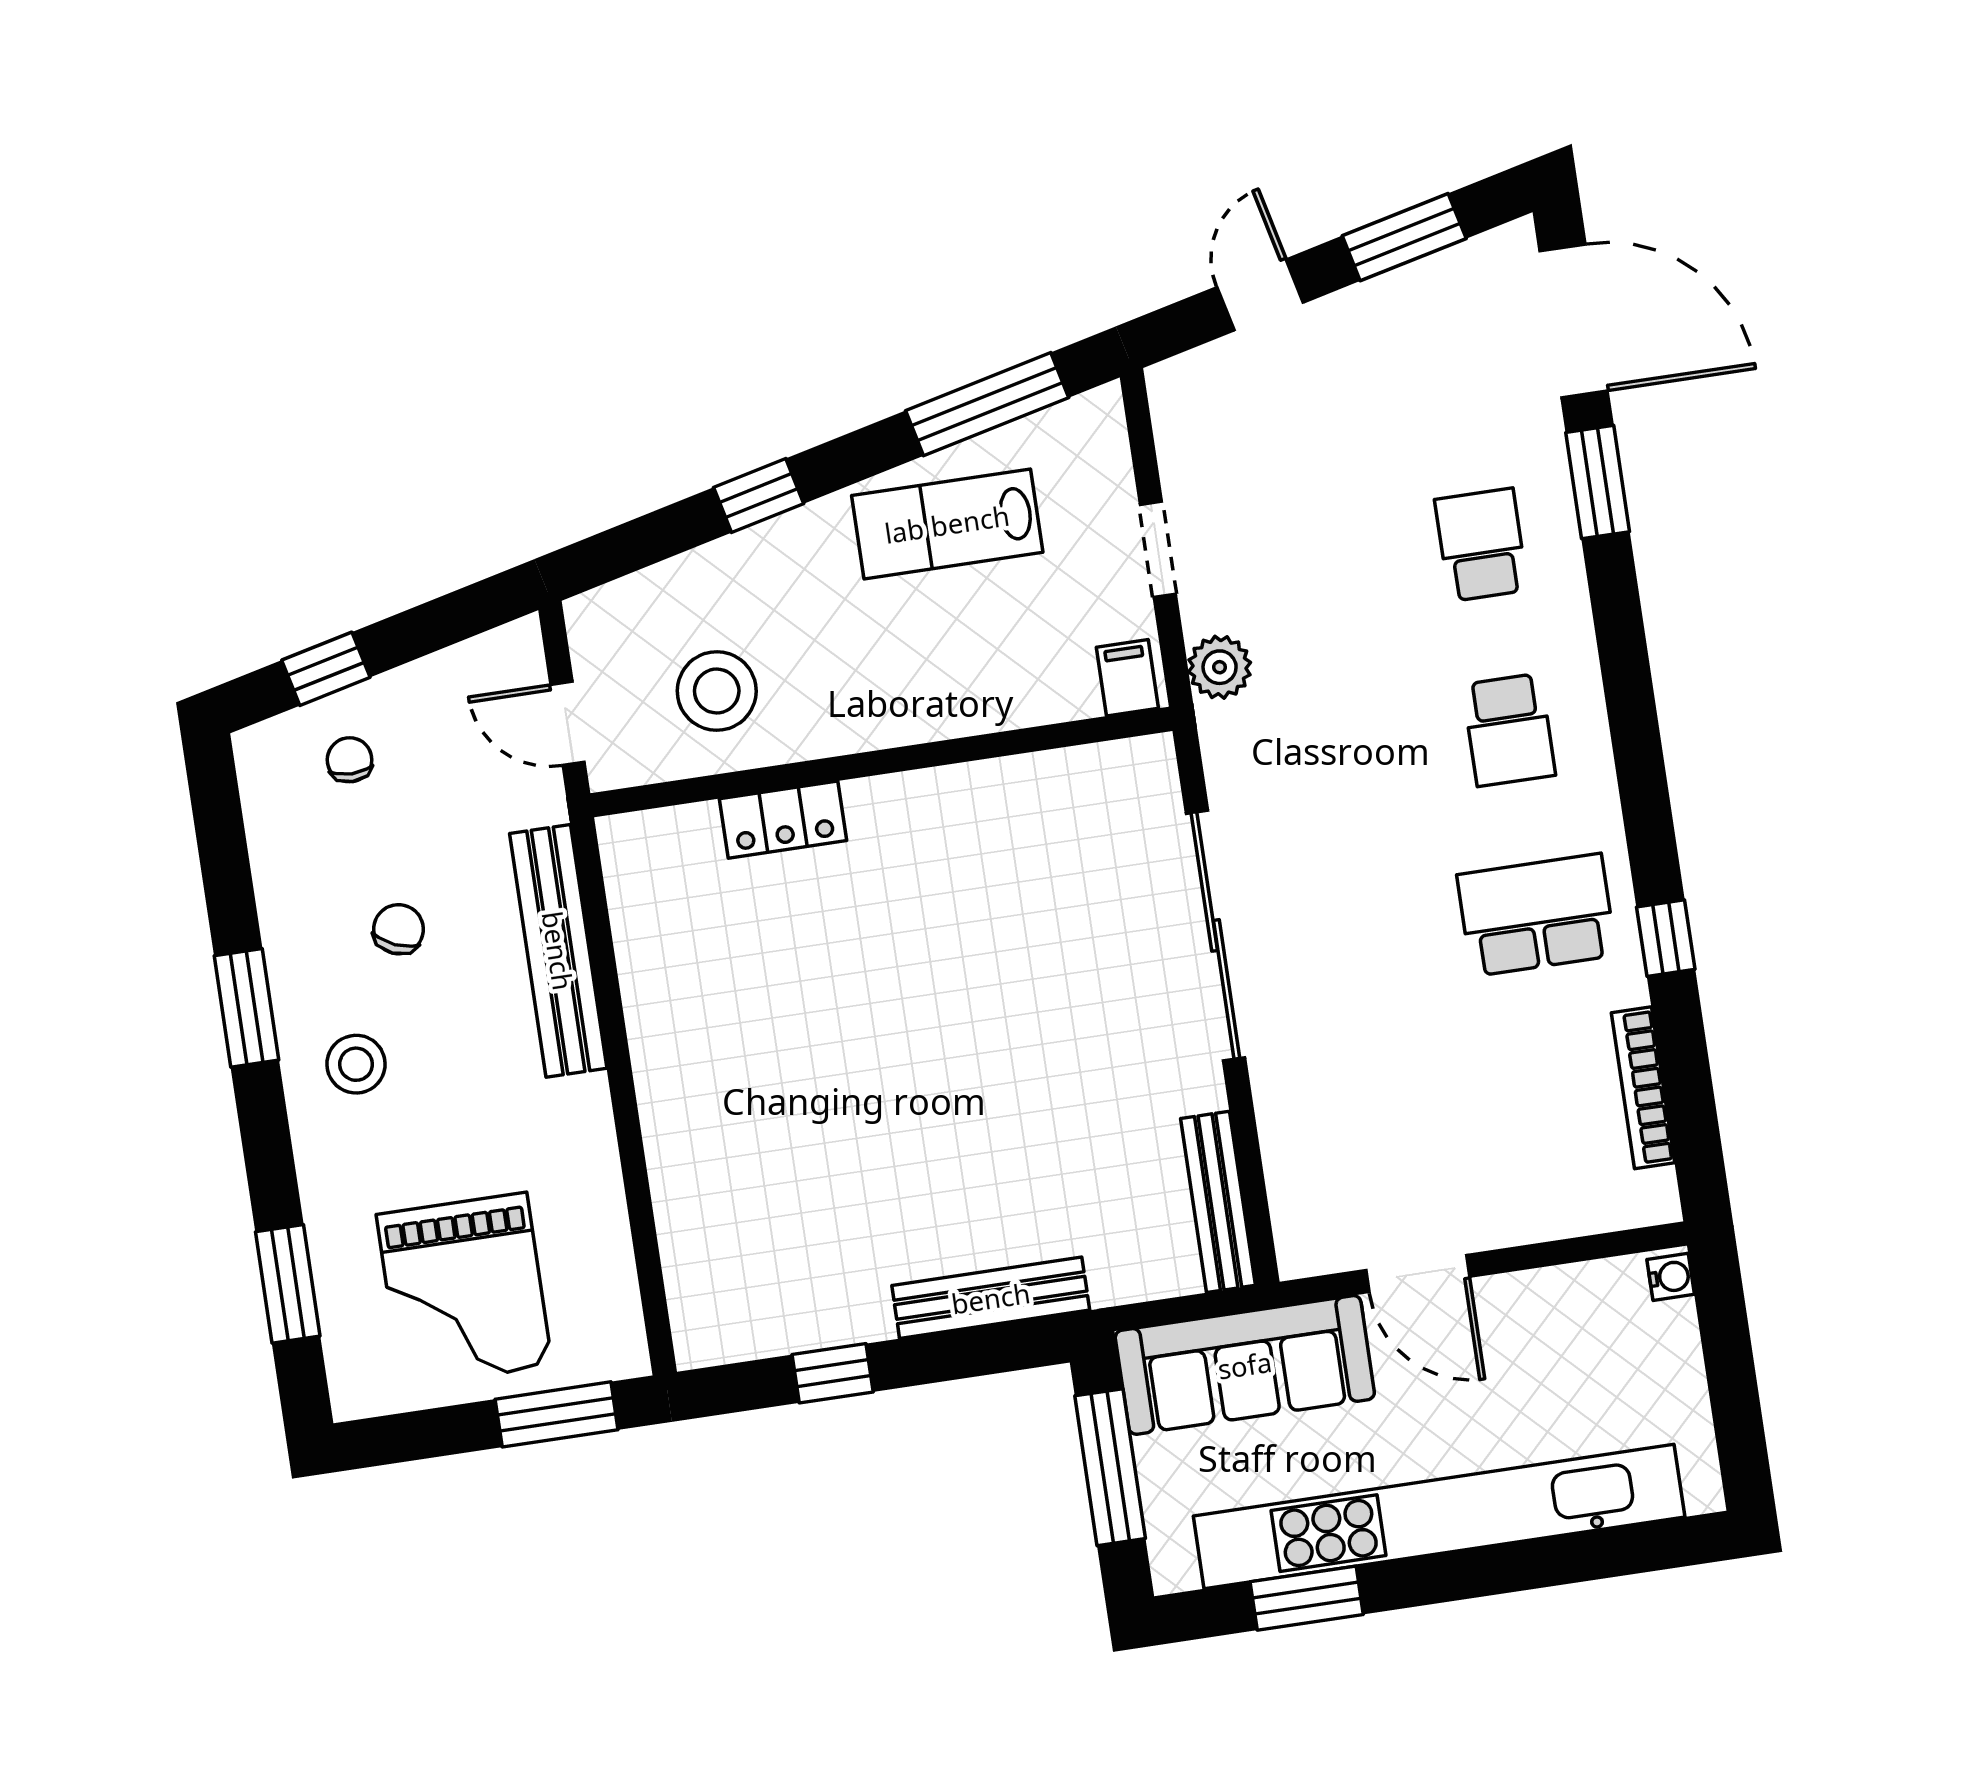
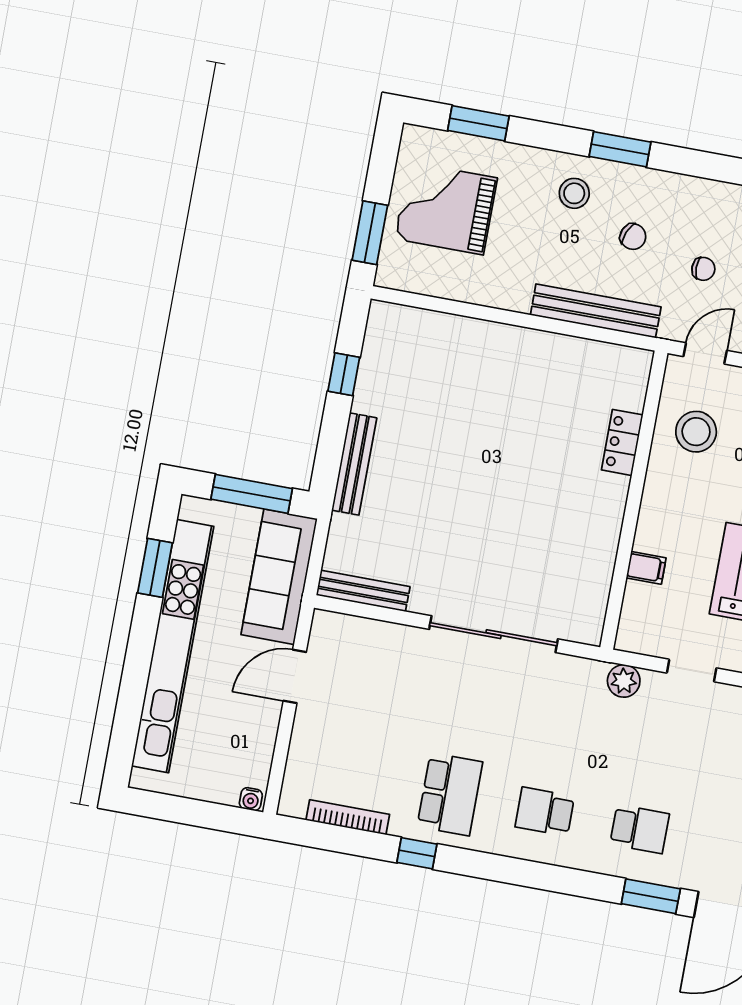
filing cabinet: (1127, 678) -> (646, 568), moved
chair: (350, 760) -> (703, 269), moved

